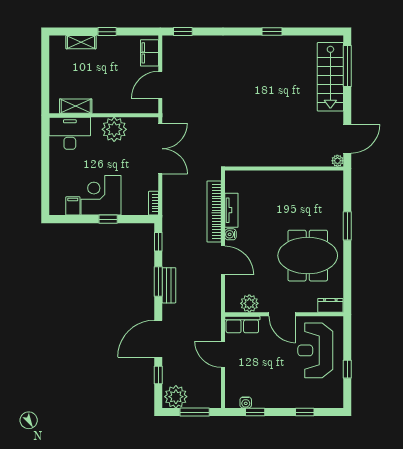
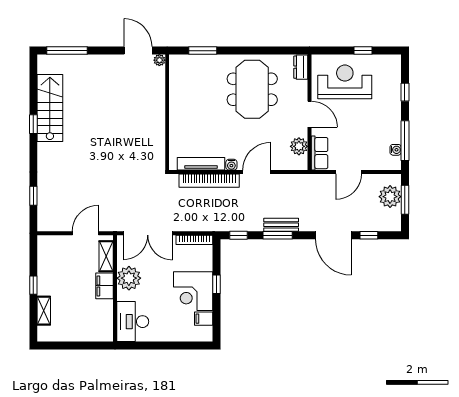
window: (183, 32) -> (33, 196), moved
filing cabinet: (149, 53) -> (105, 286), moved, turned 90
stairs: (330, 77) -> (50, 108), moved, turned -90
door: (160, 85) -> (86, 233), swing flipped
shelving: (76, 106) -> (106, 256), moved
double door: (160, 149) -> (148, 233), swing flipped
bookcase: (154, 203) -> (194, 240), width x1.56
tv unit: (231, 210) -> (201, 164), width x1.41
window: (347, 226) -> (203, 51), moved
door: (282, 314) -> (310, 114), hinge flipped
reception desk: (315, 350) -> (345, 82), turned 180
plant: (176, 397) -> (390, 197), moved
window: (255, 412) -> (405, 141), width x2.17

